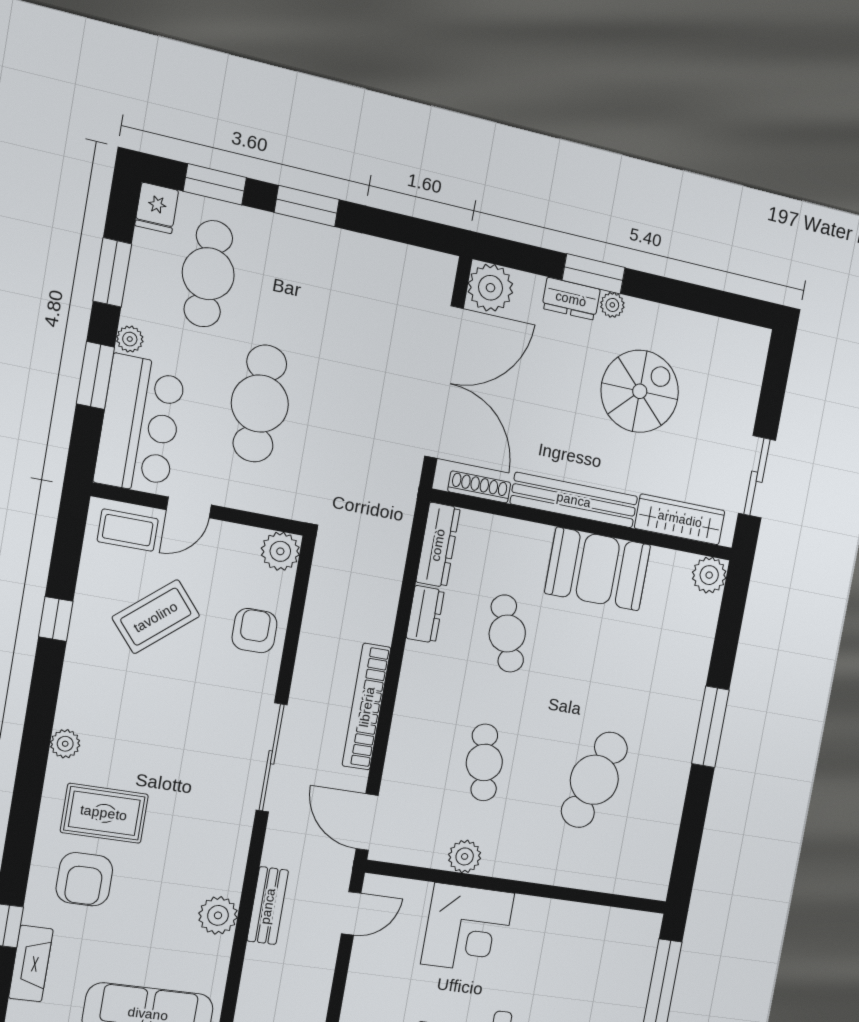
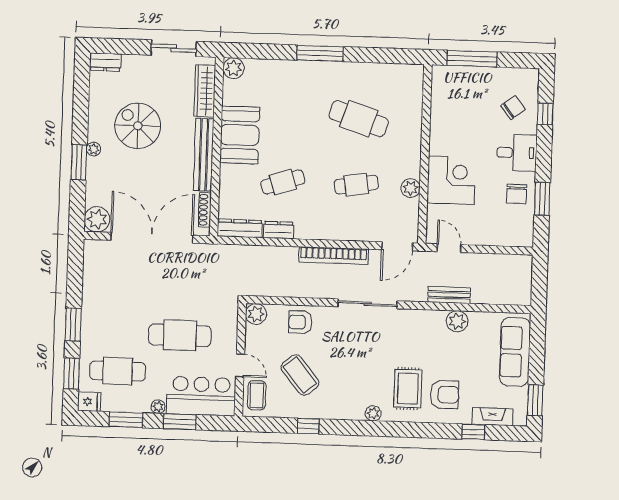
dresser: (571, 299) -> (105, 62), moved, turned 90

